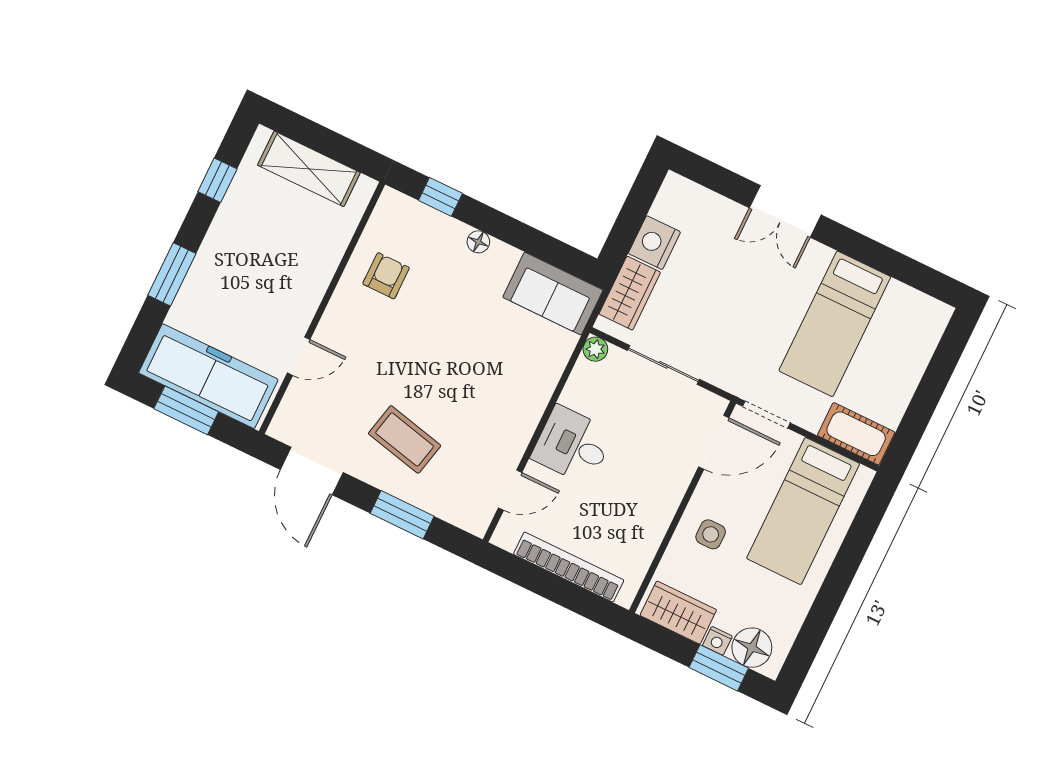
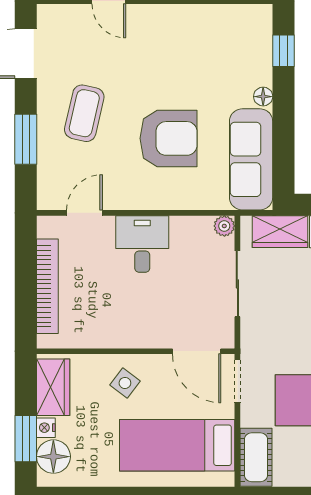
armchair: (386, 276) -> (169, 138), moved, width x1.88, depth x1.88
sofa: (553, 294) -> (251, 159), width x1.36
door: (510, 490) -> (85, 213), swing flipped
side table: (711, 534) -> (125, 383), turned 37

